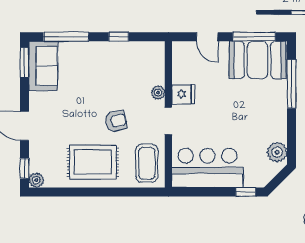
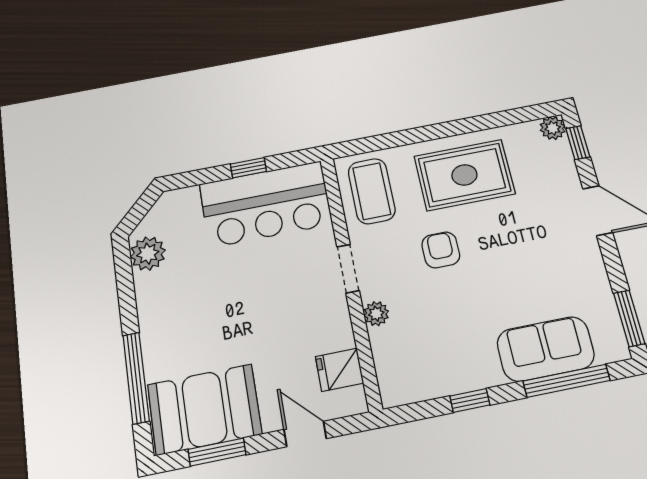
window: (254, 37) -> (217, 452), width x0.69
sofa: (43, 66) -> (546, 349), moved, turned 90
fridge: (183, 94) -> (339, 370), moved
armchair: (116, 121) -> (441, 250), turned 102
window: (246, 192) -> (248, 168), moved

